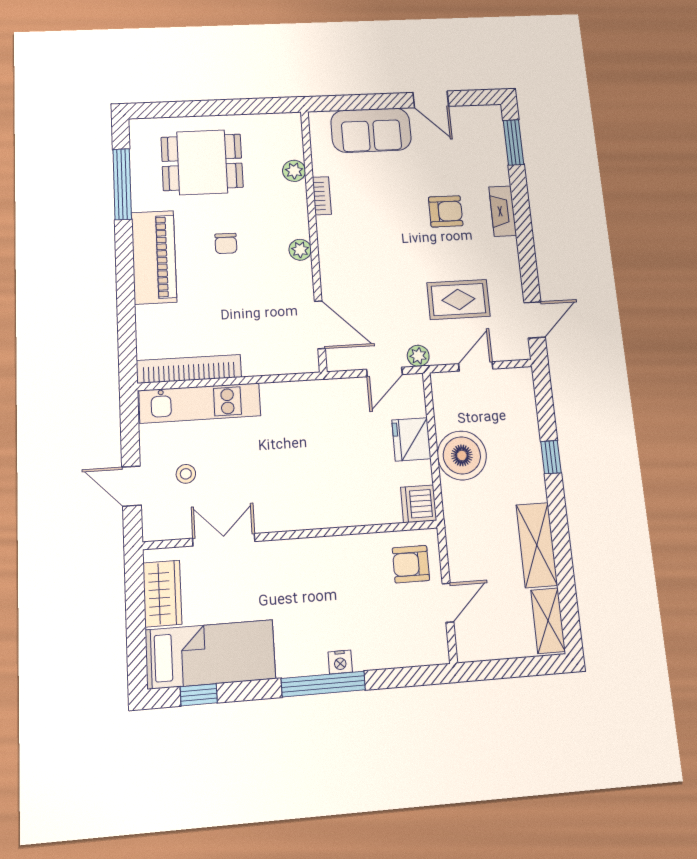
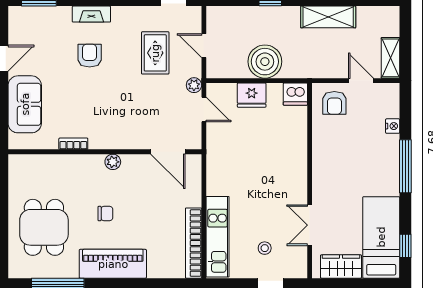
plant: (294, 171) -> (53, 162), removed
door: (320, 325) -> (168, 152), swing flipped
shelving: (548, 621) -> (390, 58), moved, turned 90
nightstand: (340, 662) -> (393, 126), moved

